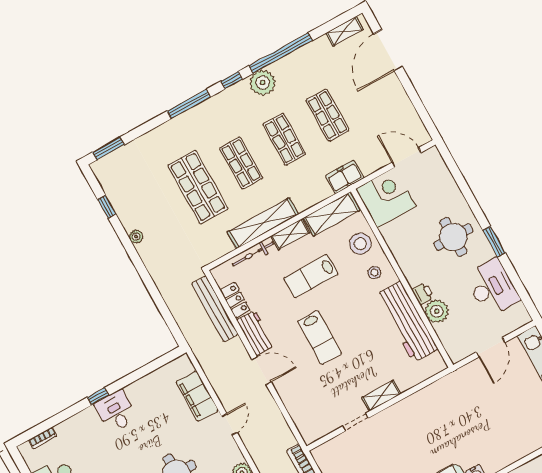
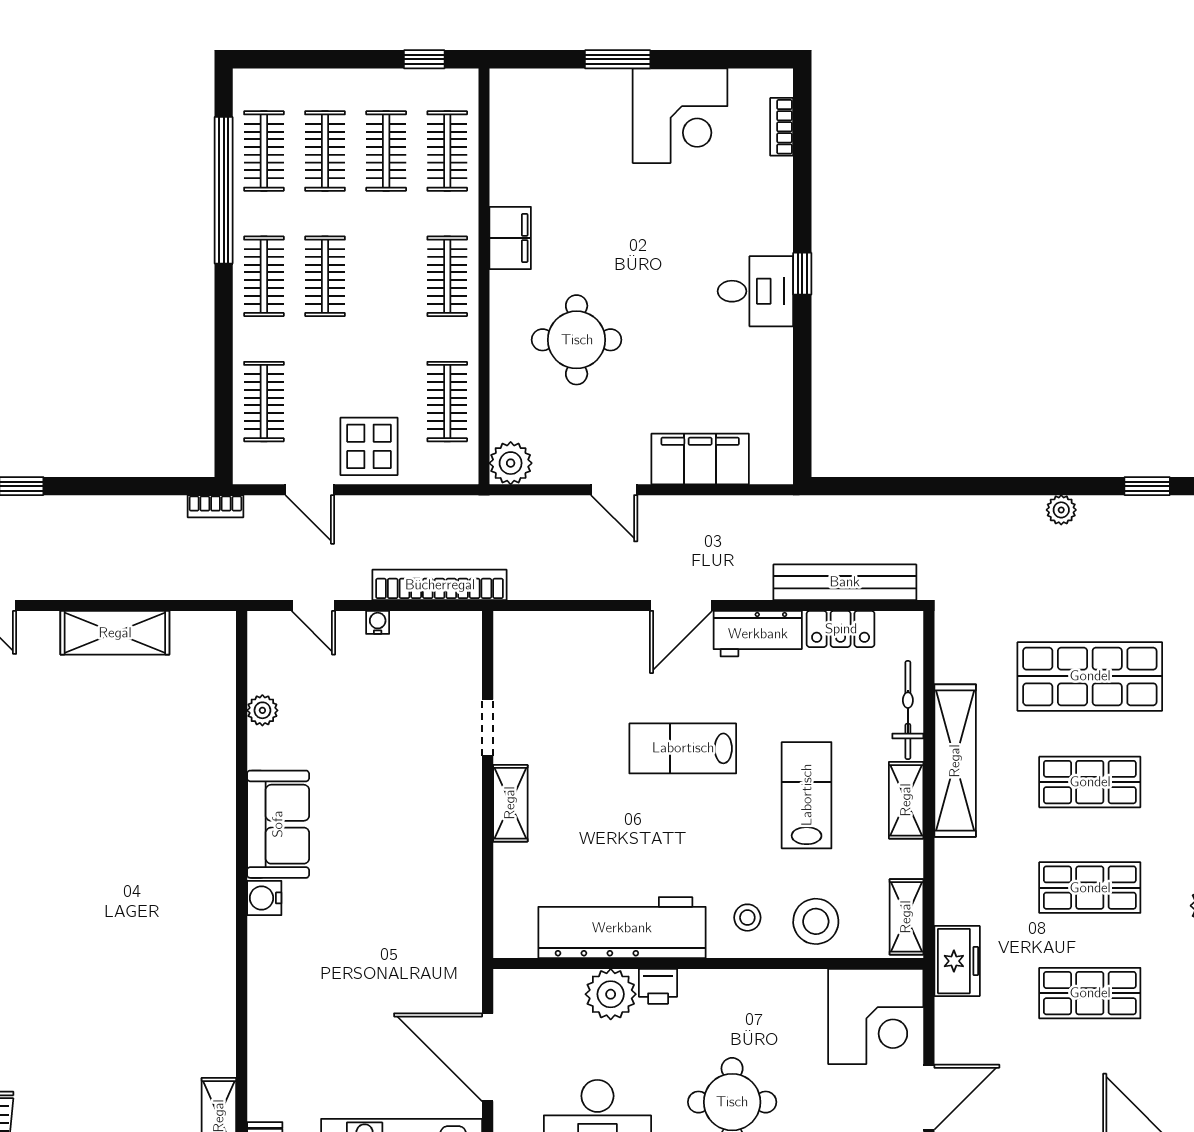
shelving: (331, 214) -> (906, 917), width x0.67, depth x0.75
door: (491, 347) -> (488, 1057), width x1.36

